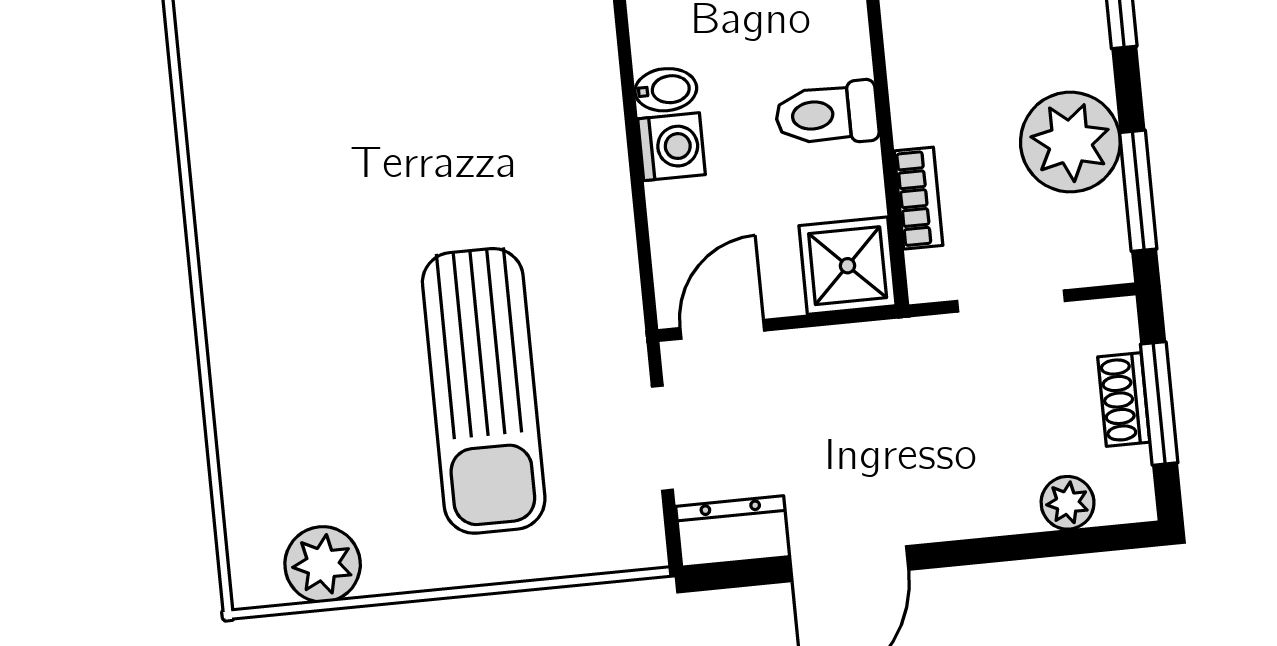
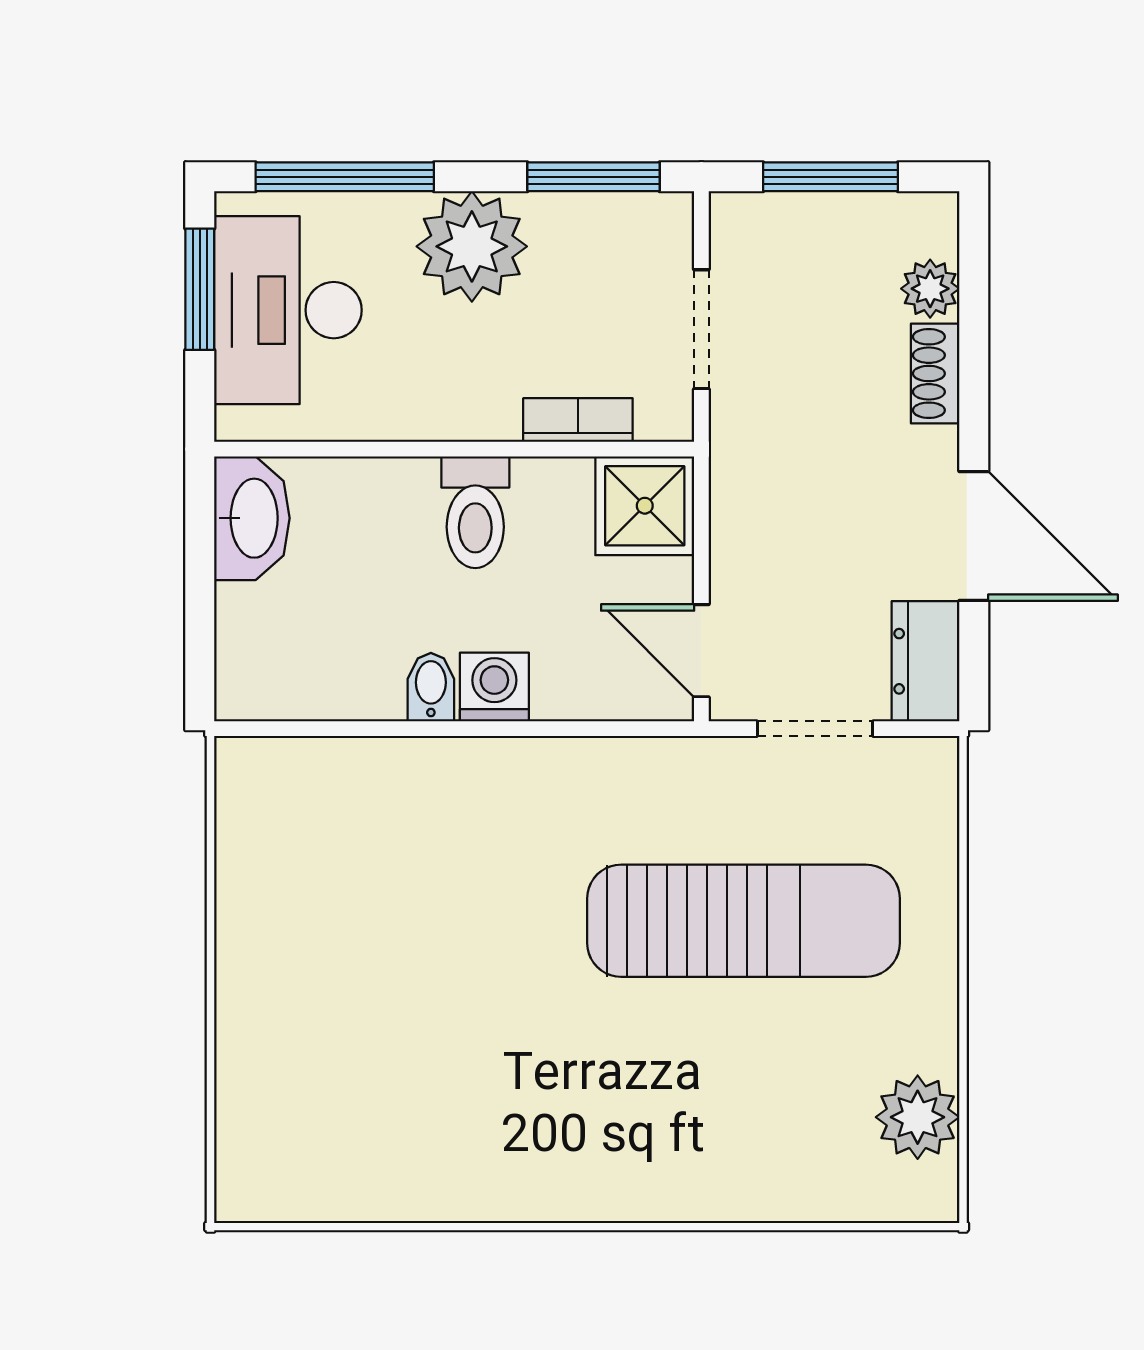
plant: (1070, 142) -> (472, 246), moved
shoe rack: (1124, 399) -> (935, 373), moved, turned 90

